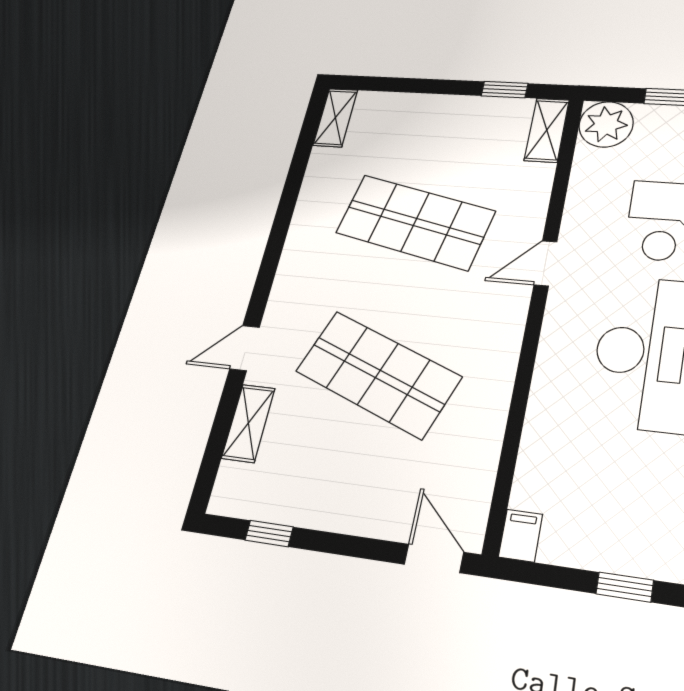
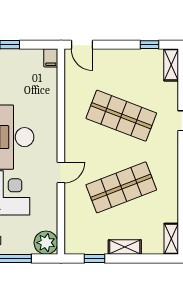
shelving: (547, 130) -> (125, 247), moved, turned 90
shop shelf: (415, 222) -> (121, 187), turned -33
shelving: (248, 423) -> (171, 65), moved

